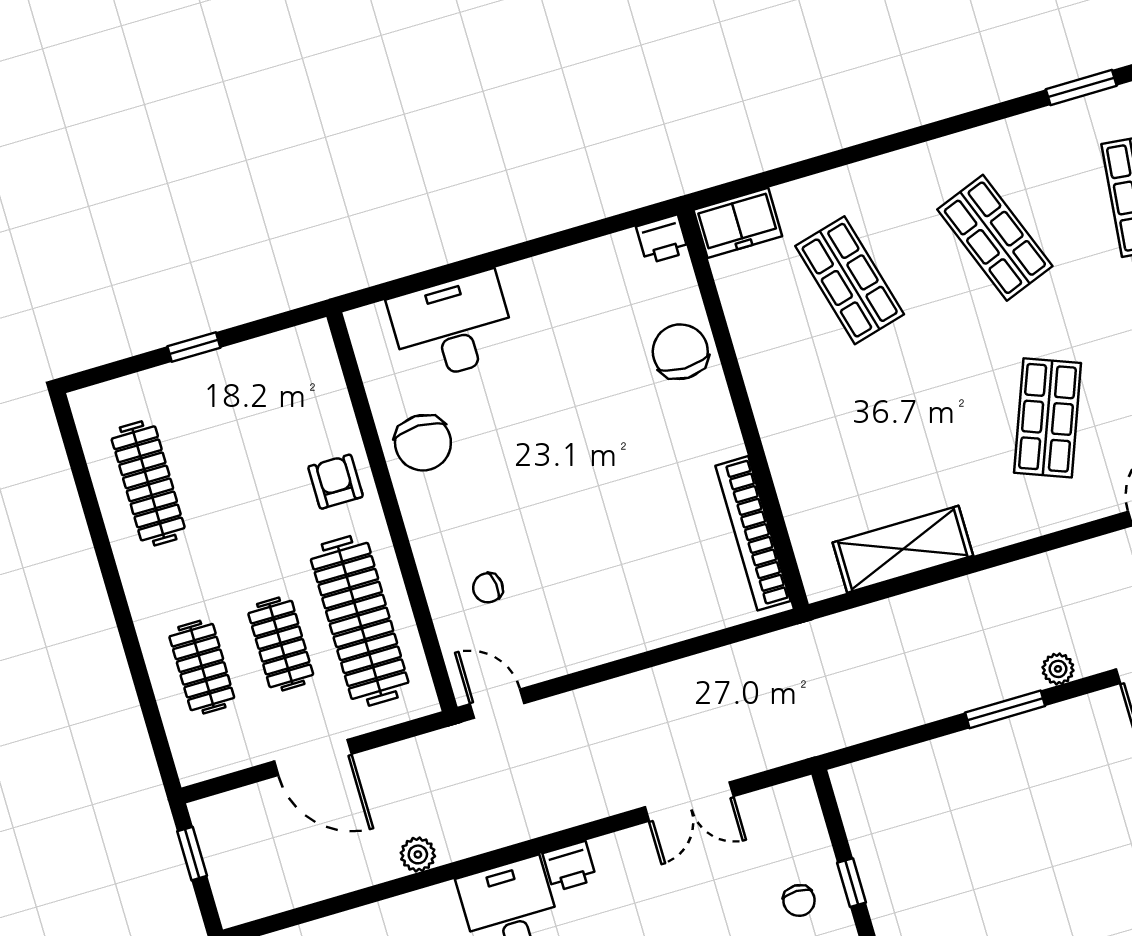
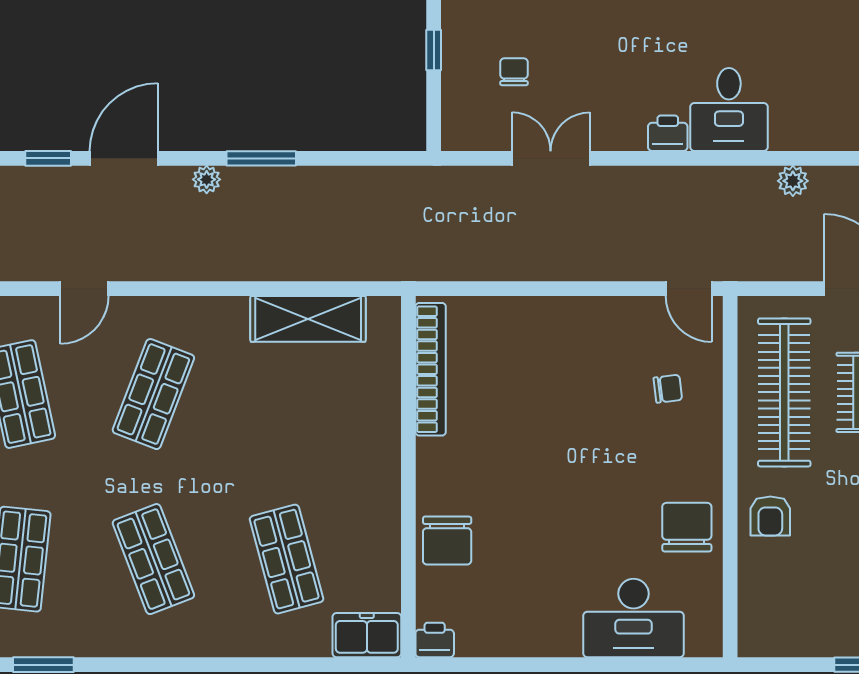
chair: (799, 901) -> (514, 72), moved

